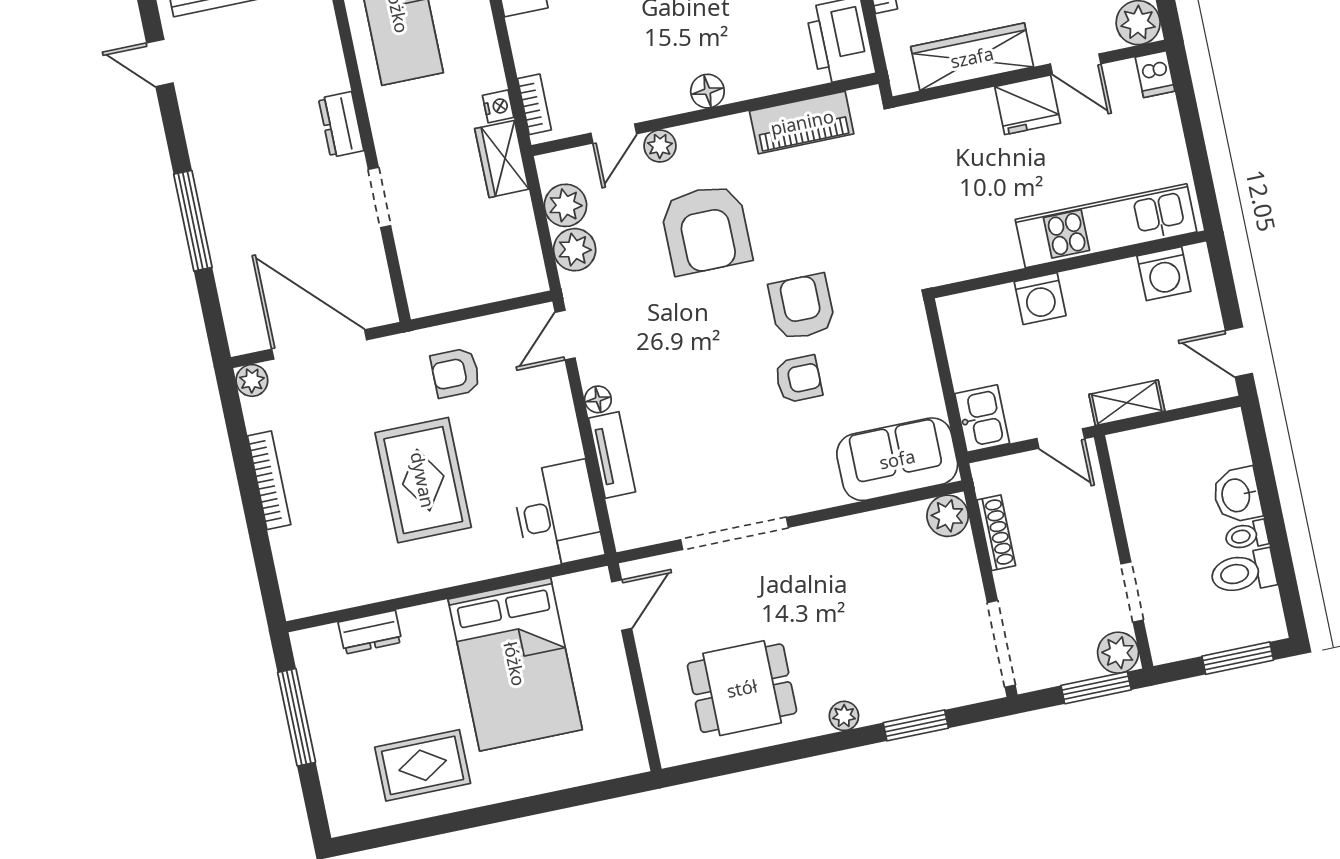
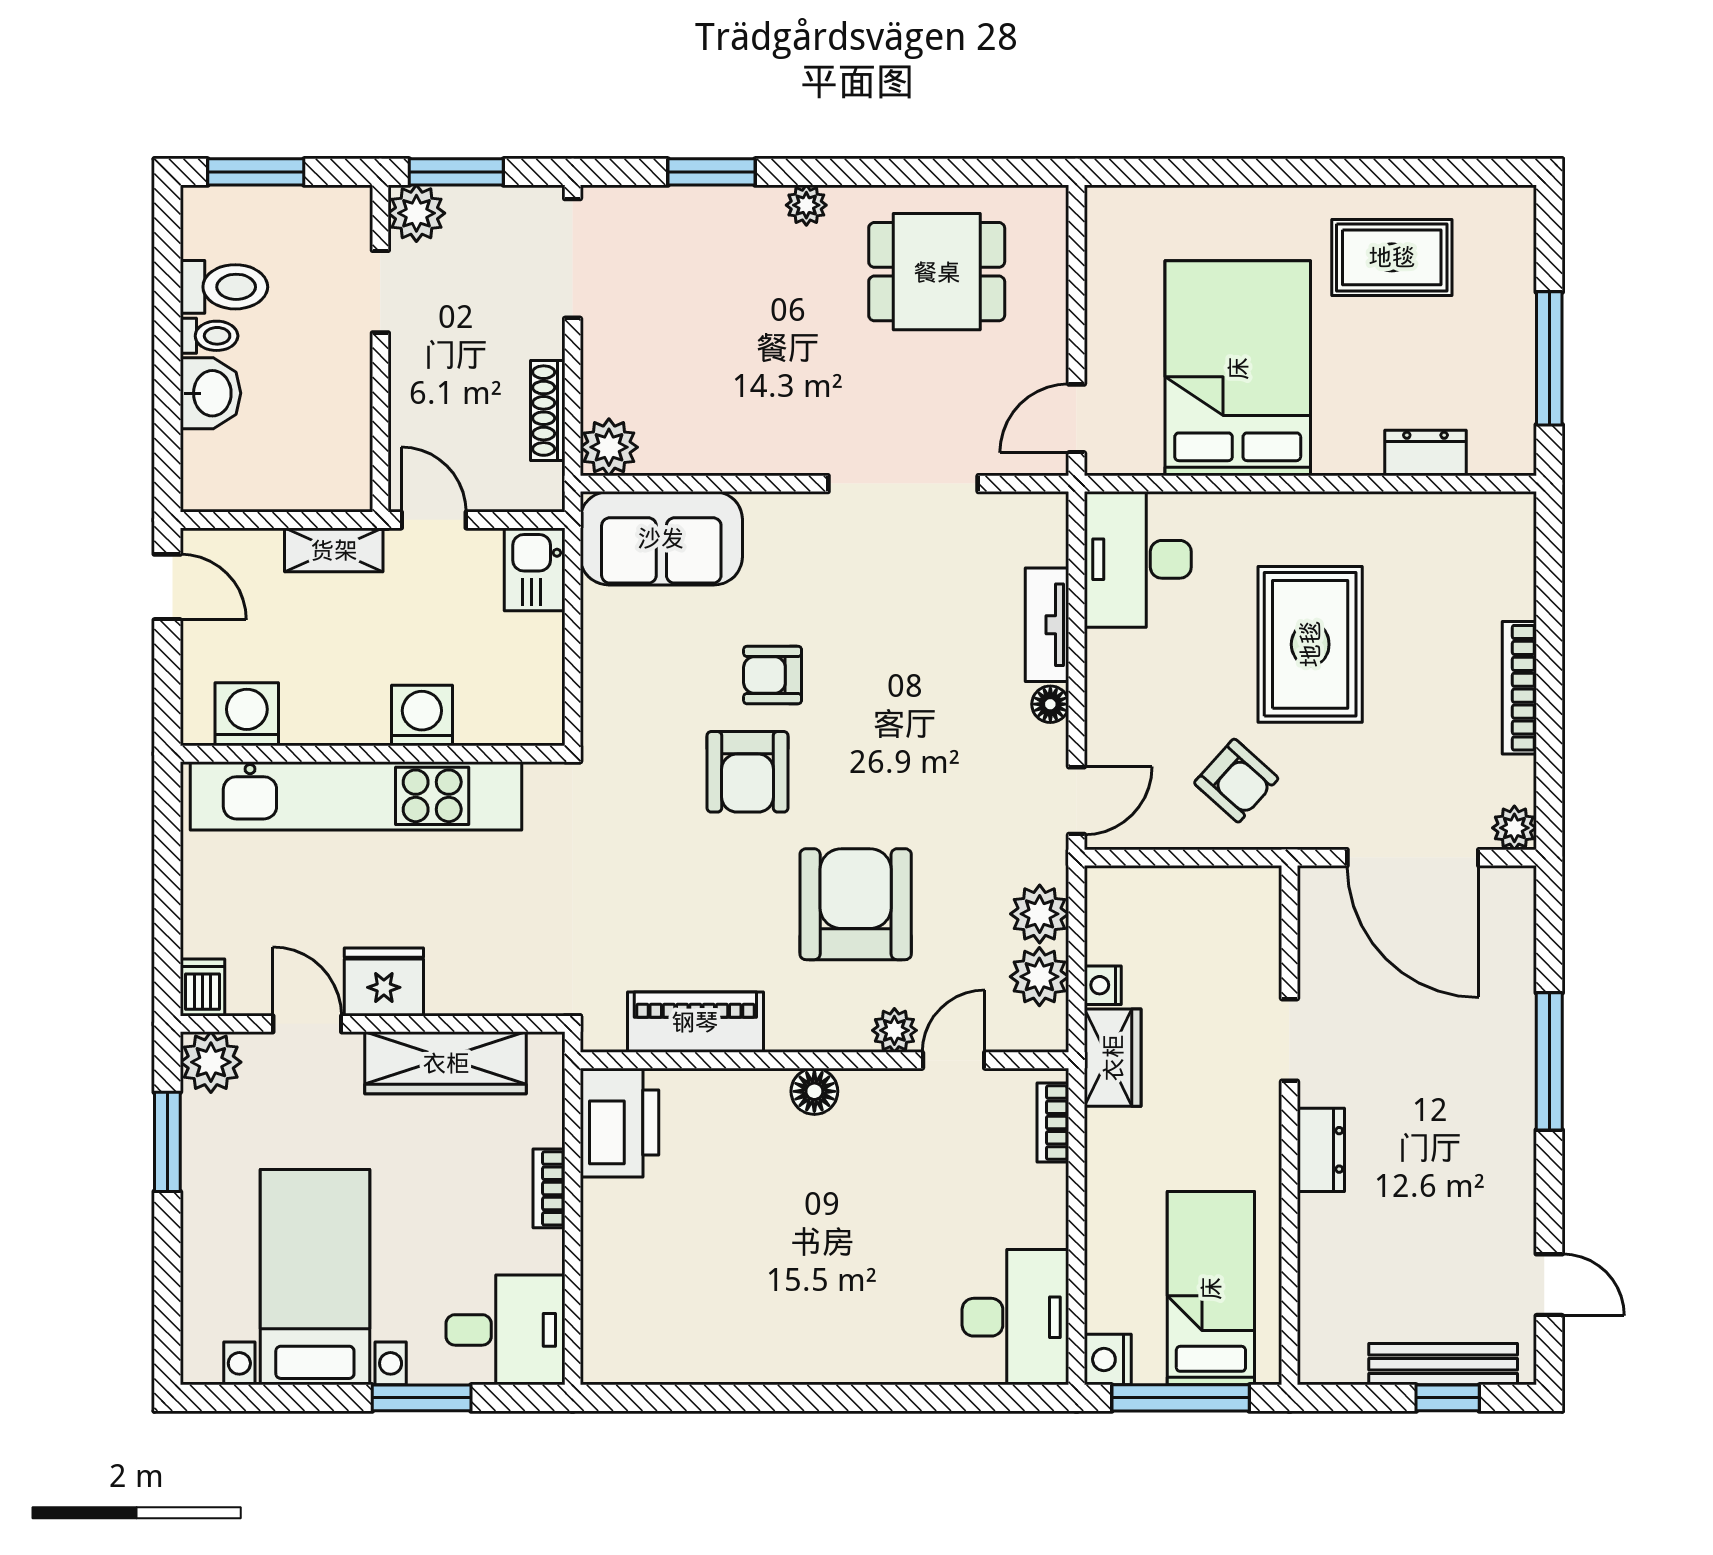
nightstand: (498, 106) -> (1103, 985), moved
kitchen unit: (1106, 226) -> (356, 796), width x1.36
armchair: (455, 373) -> (1236, 781), turned 42

